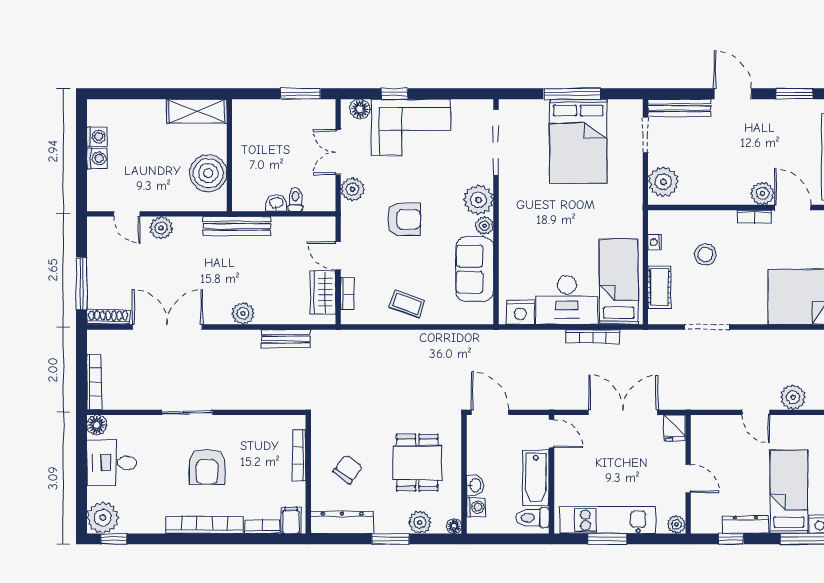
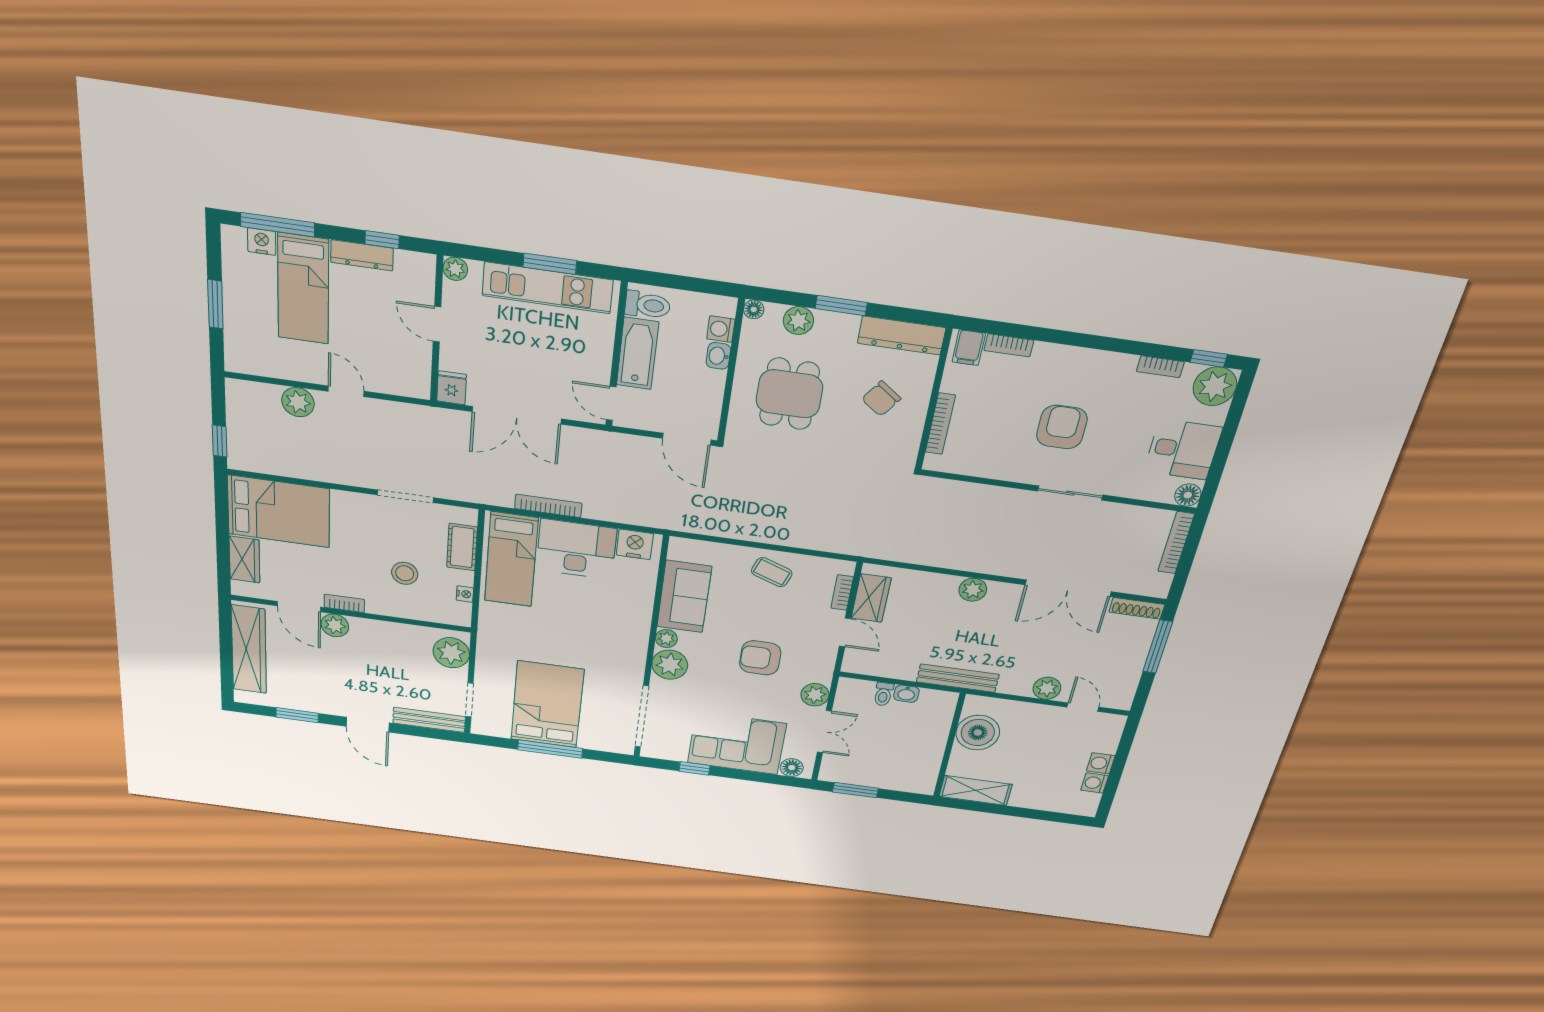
window: (395, 94) -> (694, 768), moved
bench: (286, 339) -> (927, 556), removed
bookcase: (205, 525) -> (1160, 367), moved, width x0.43, depth x0.76

